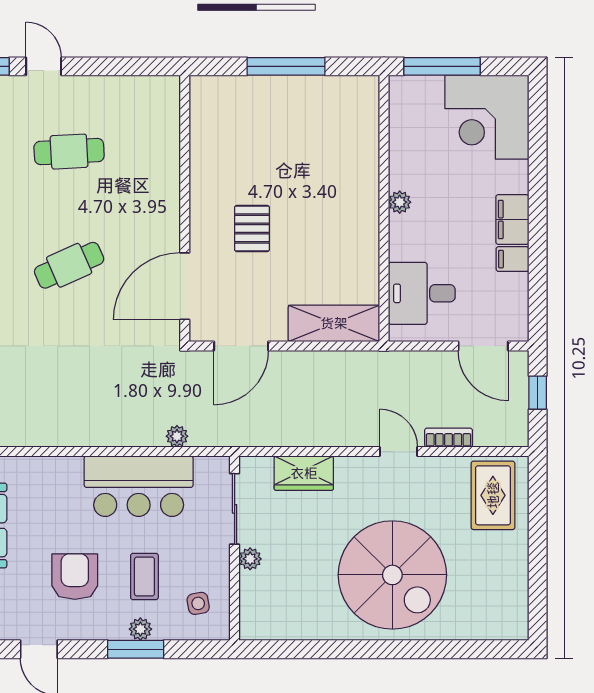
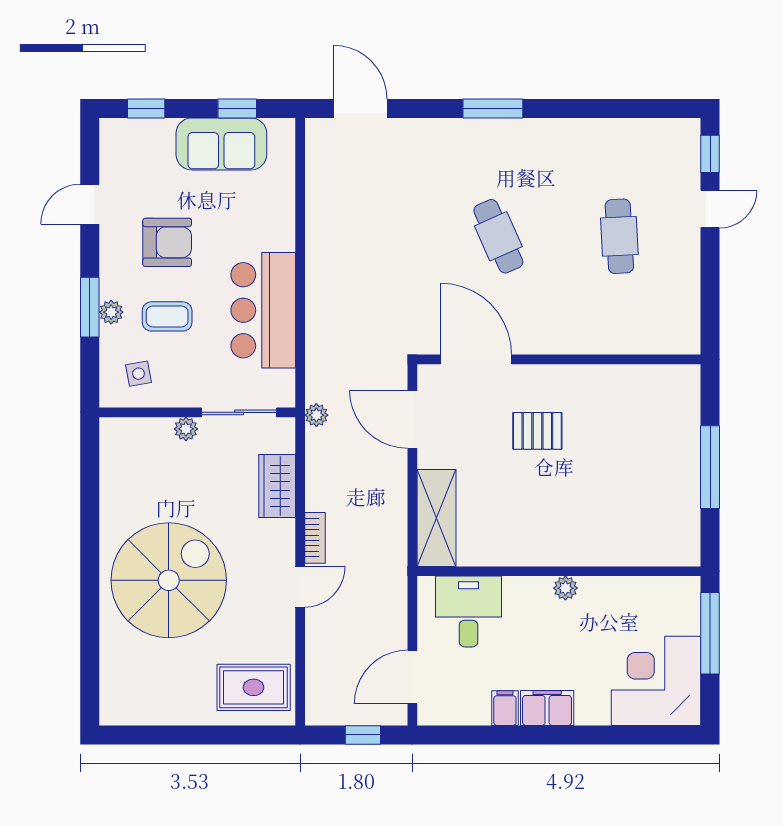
plant: (177, 436) -> (316, 415), moved
bookcase: (449, 438) -> (315, 538), moved
spiral stairs: (392, 575) -> (169, 580), turned 180

